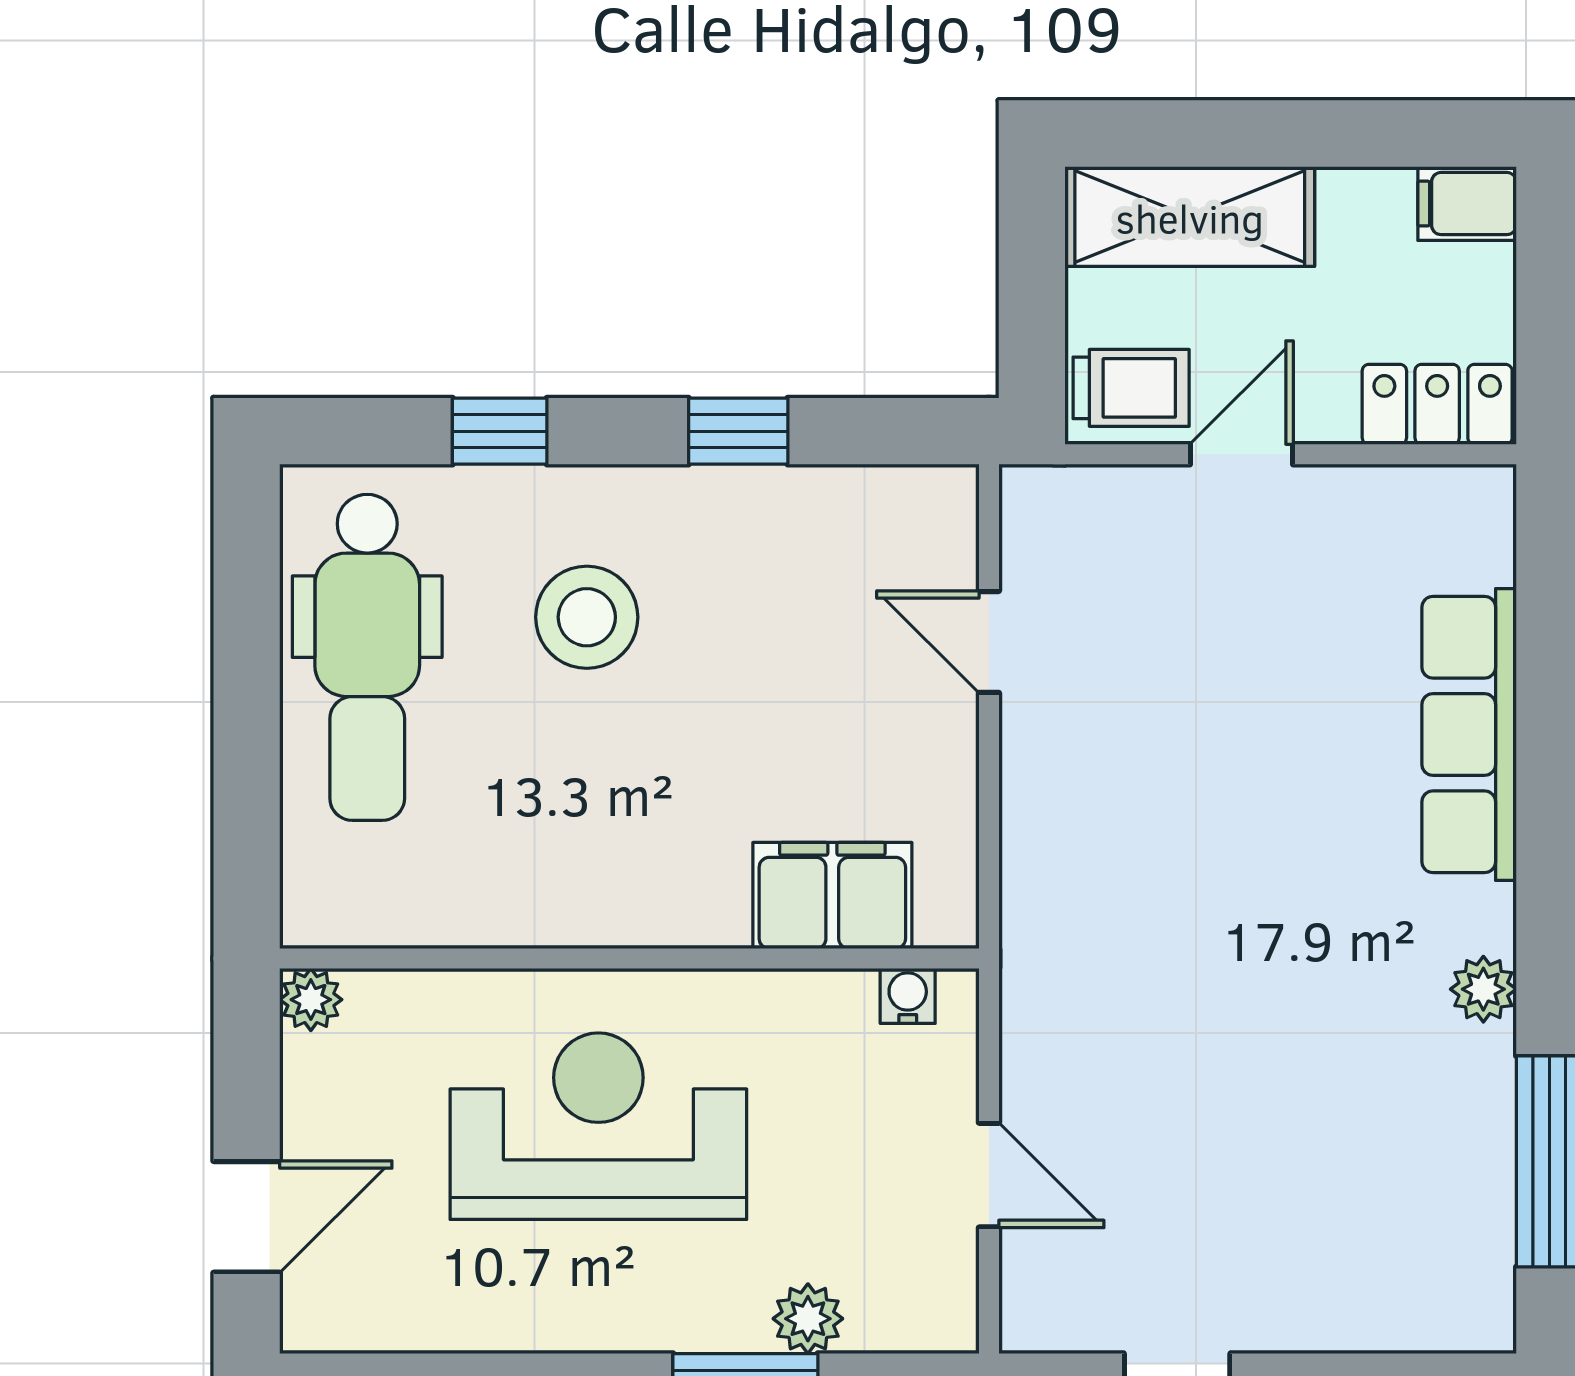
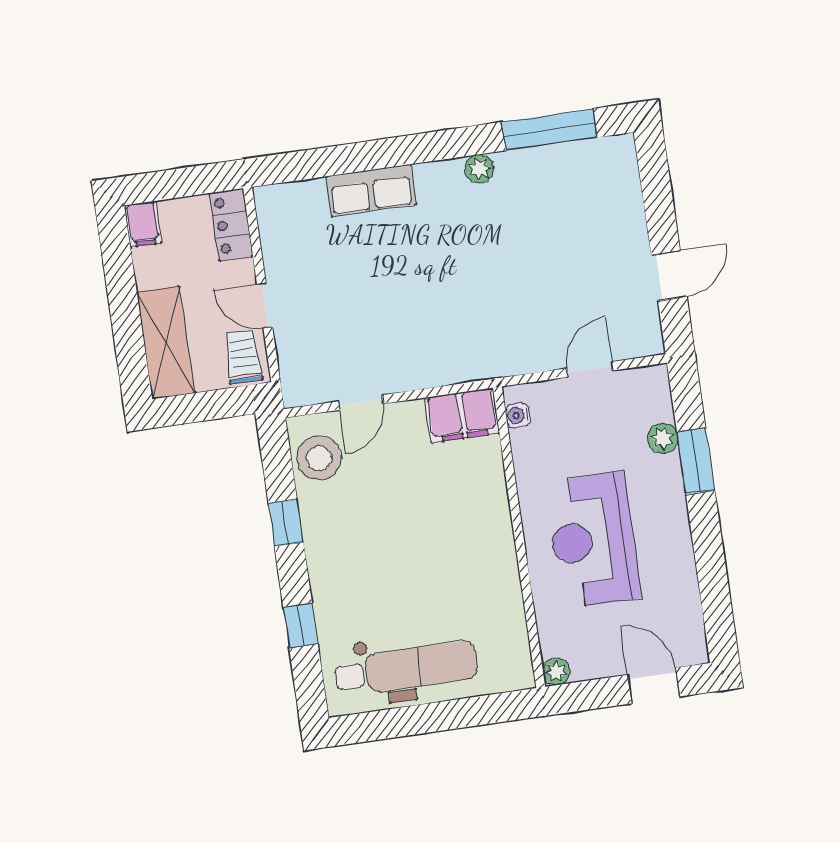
stool: (587, 617) -> (319, 458), moved
row of seats: (1469, 735) -> (371, 191), width x0.68
filing cabinet: (832, 896) -> (462, 415), moved, turned -90

